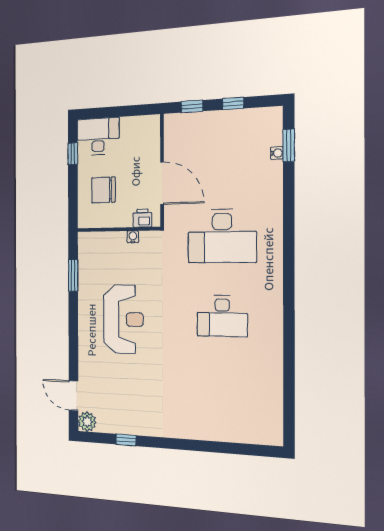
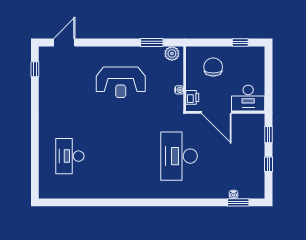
desk: (98, 136) -> (248, 98), moved, turned 90
door: (162, 183) -> (216, 112), hinge flipped
desk: (222, 316) -> (70, 156), moved
plant: (87, 422) -> (172, 54), moved
window: (126, 440) -> (35, 69), moved

